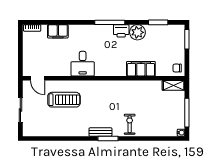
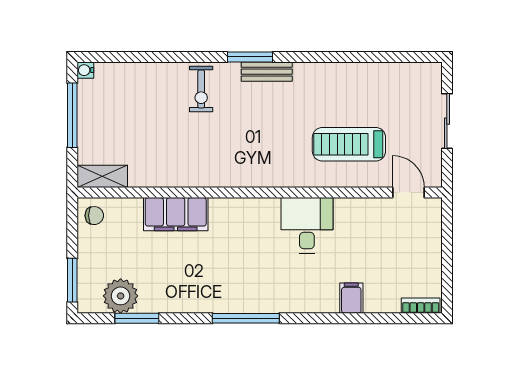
filing cabinet: (58, 31) -> (351, 298), width x0.50
printer: (121, 31) -> (220, 299), removed
plant: (137, 32) -> (121, 296), moved

